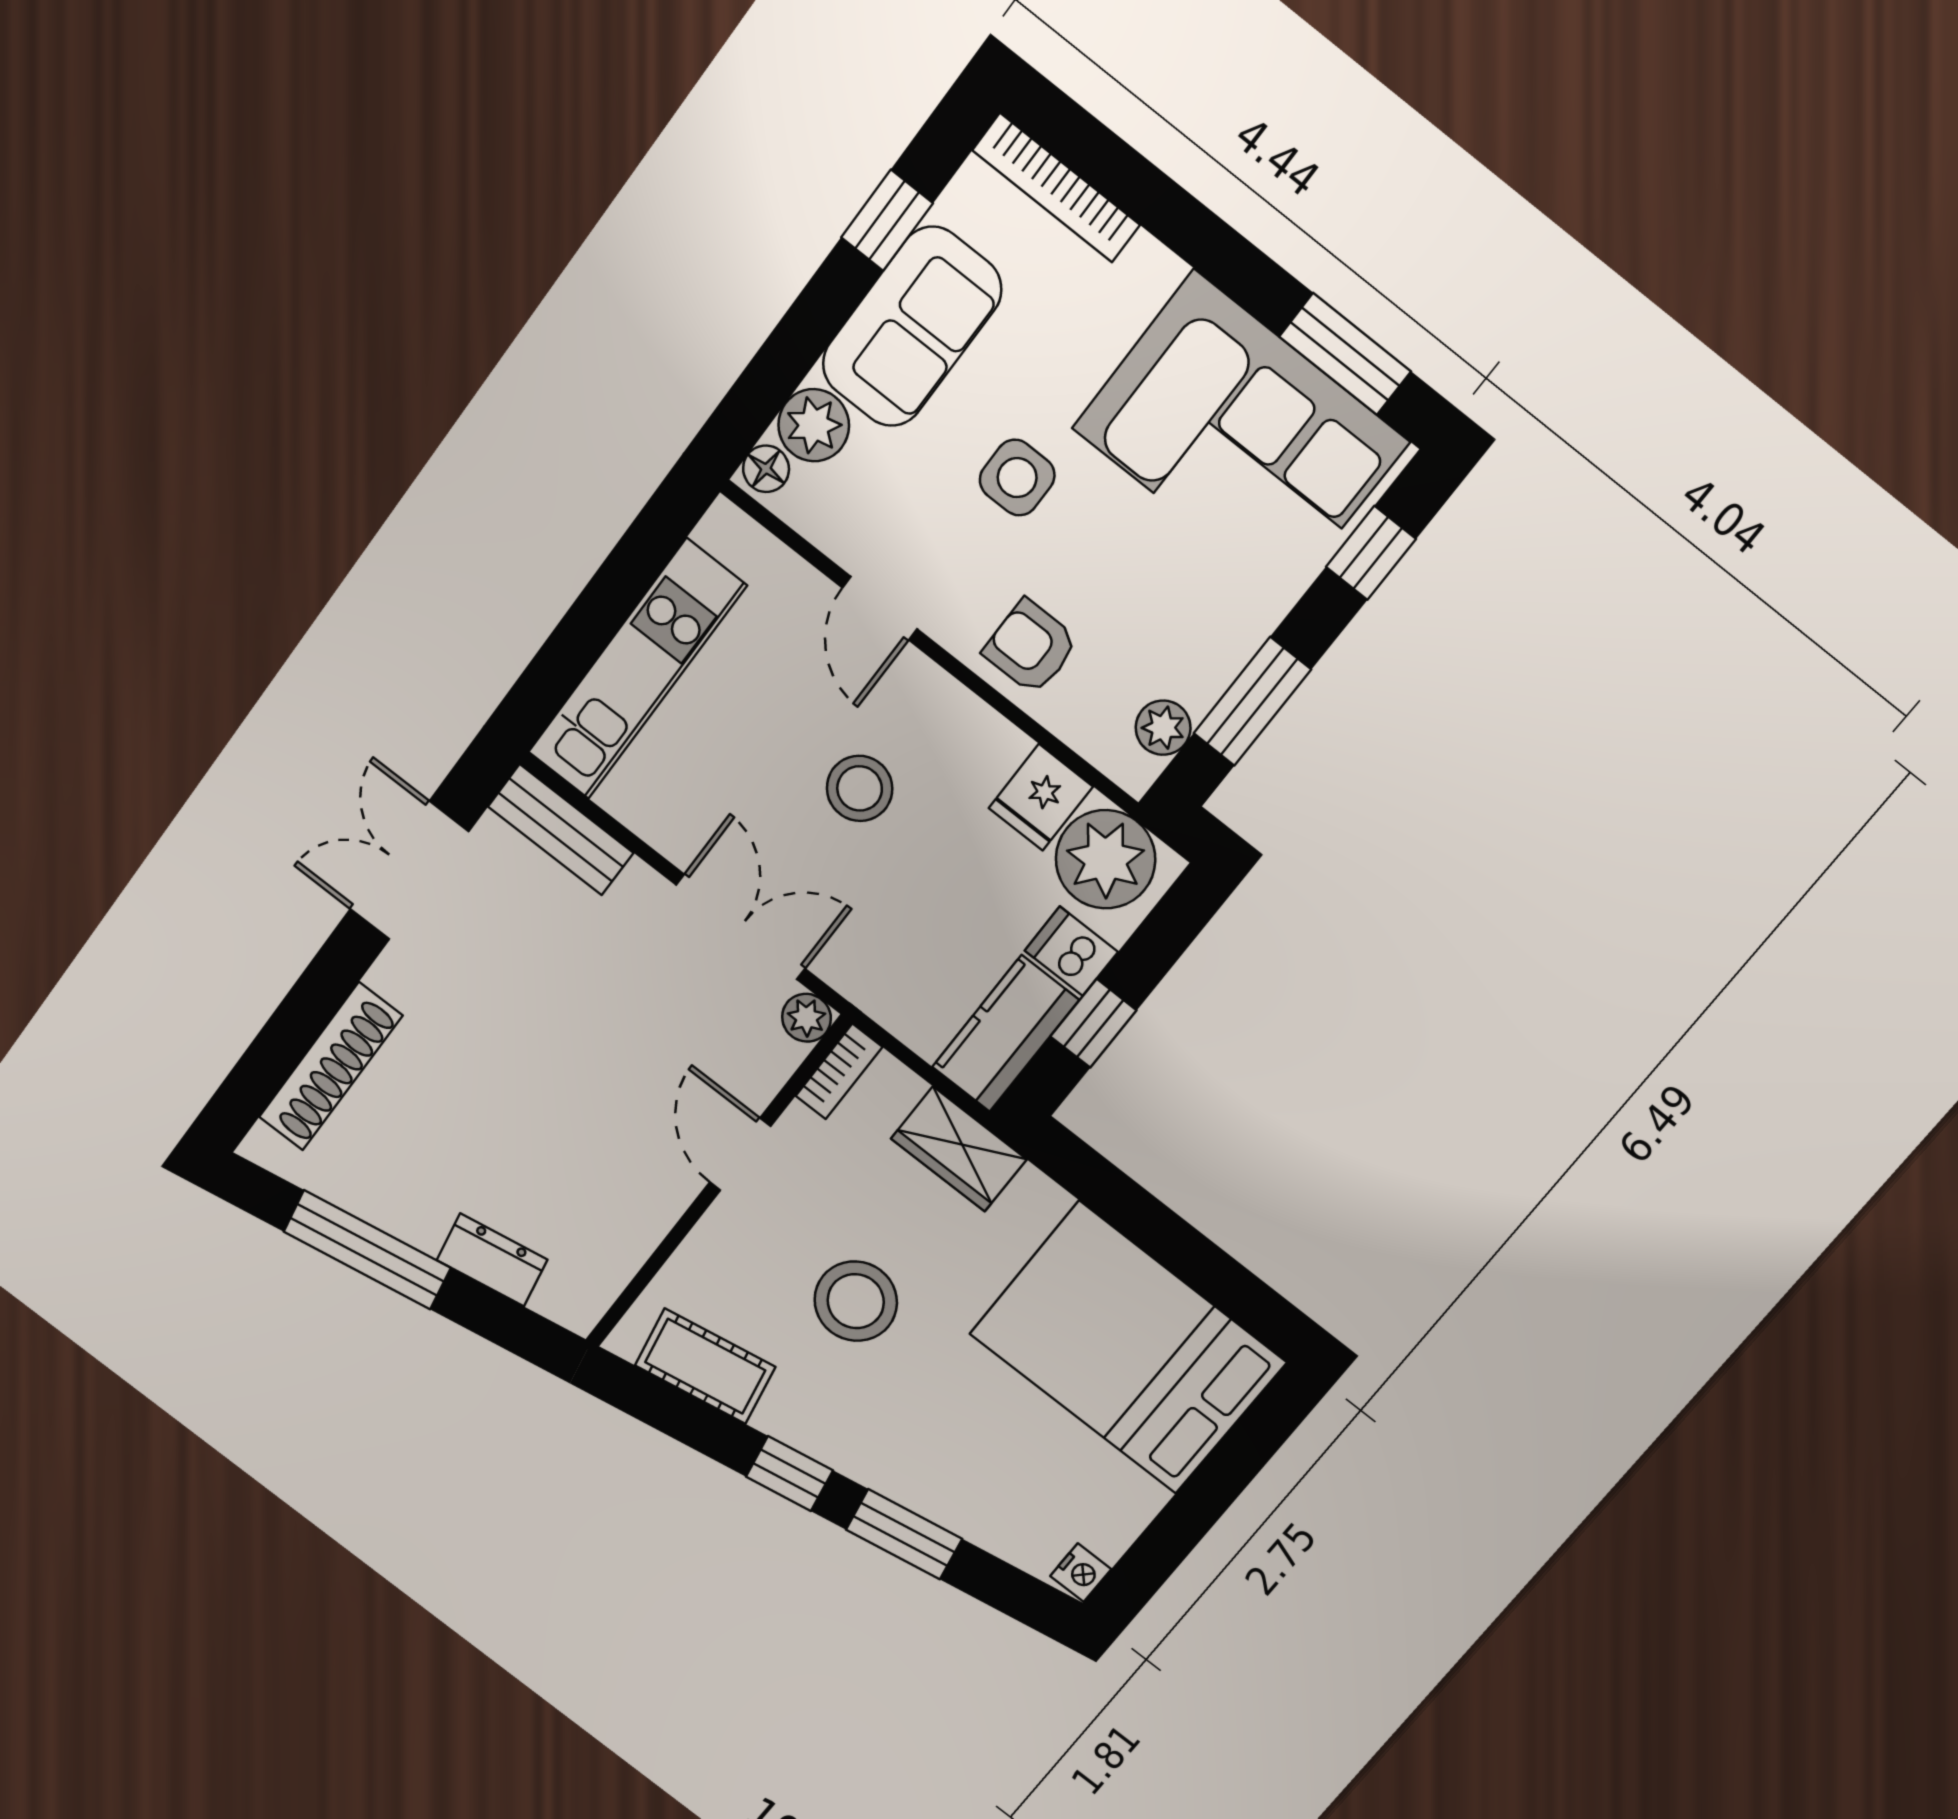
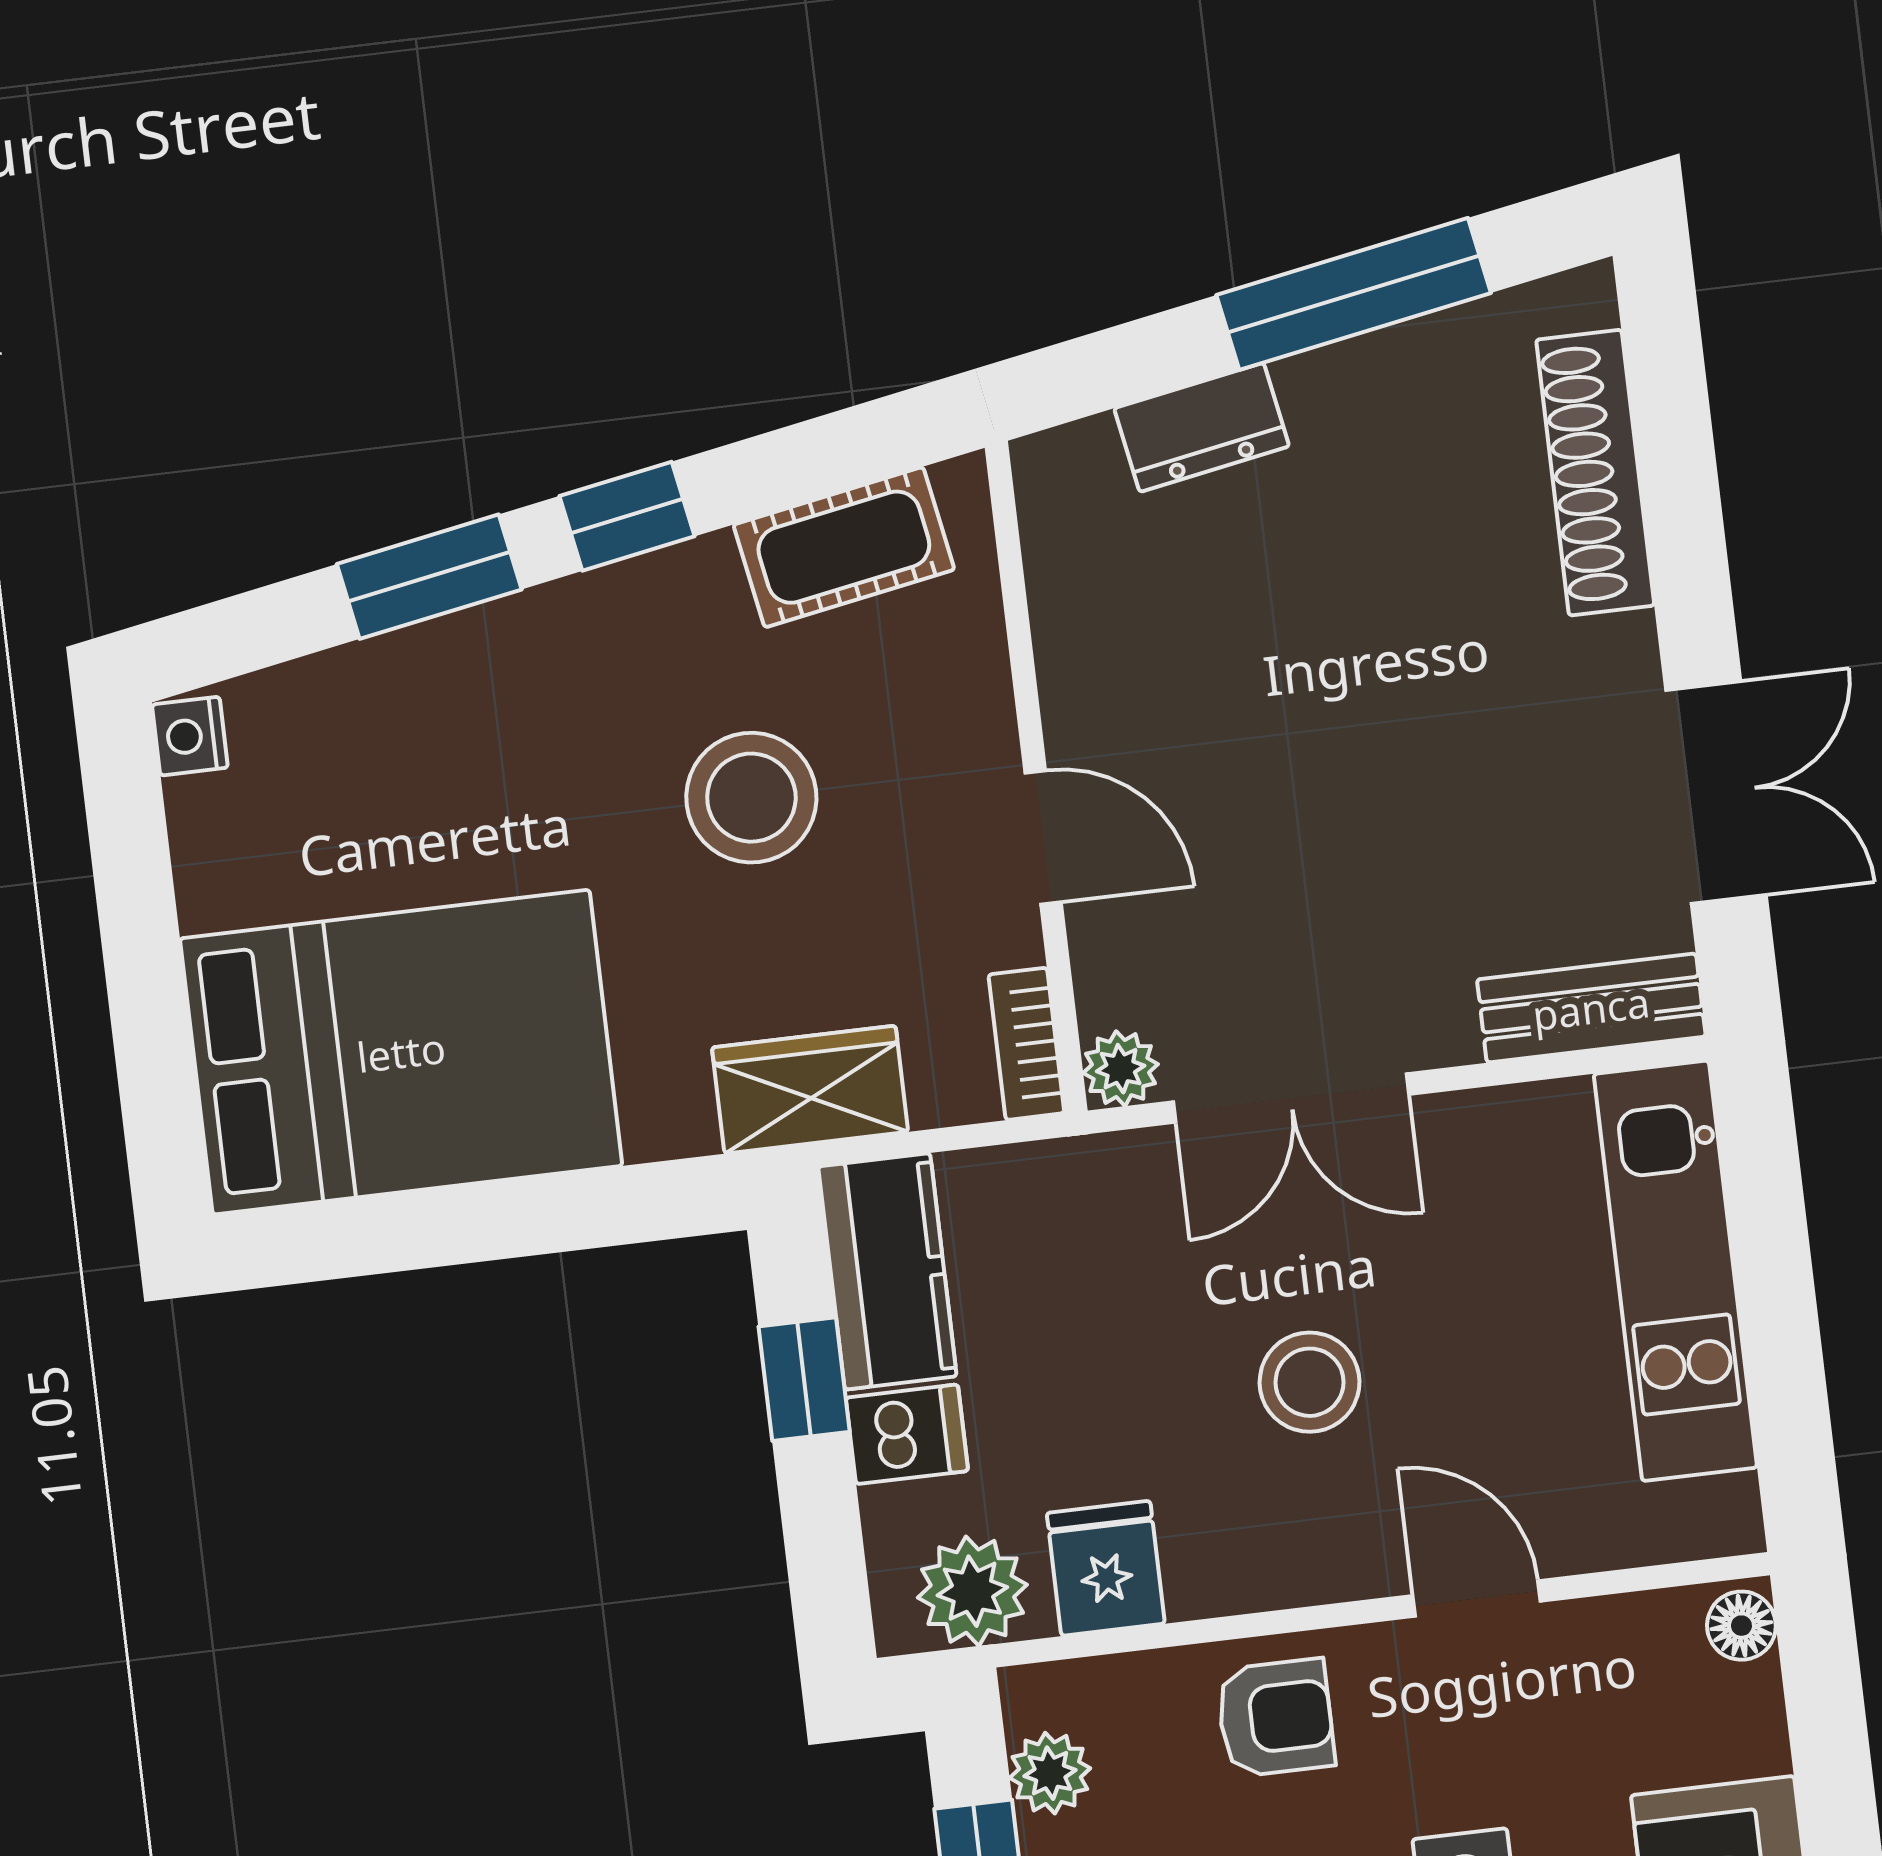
plant: (814, 425) -> (1734, 1722), removed
plant: (1106, 859) -> (972, 1591), width x0.73, depth x0.73

